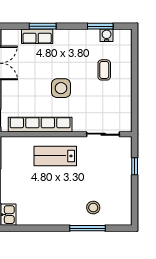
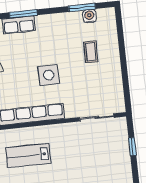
lab bench: (55, 156) -> (28, 155), moved

